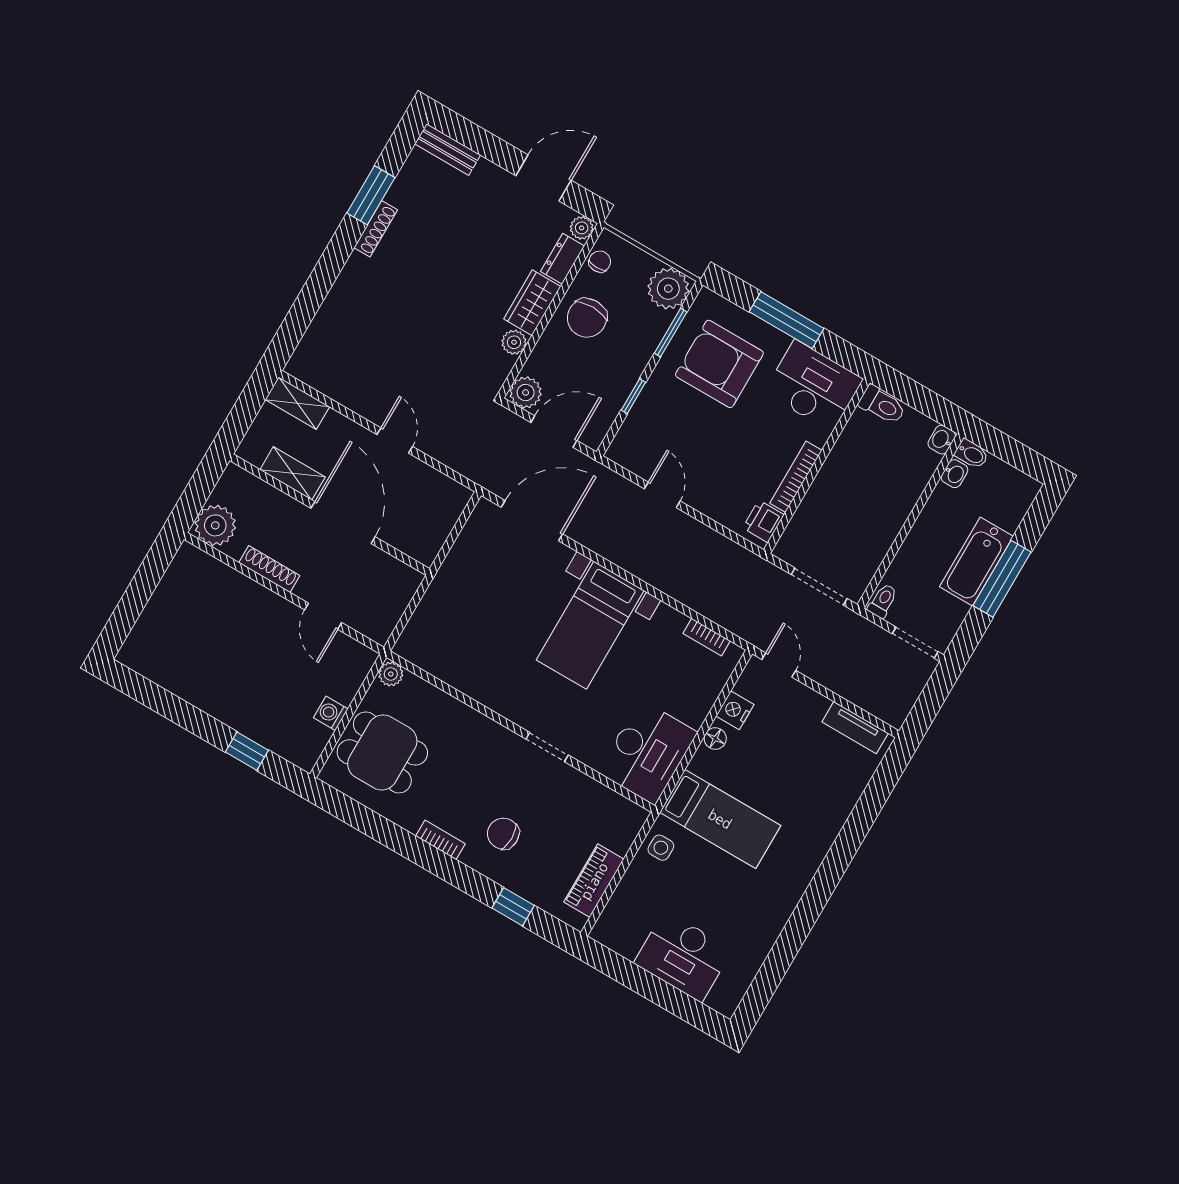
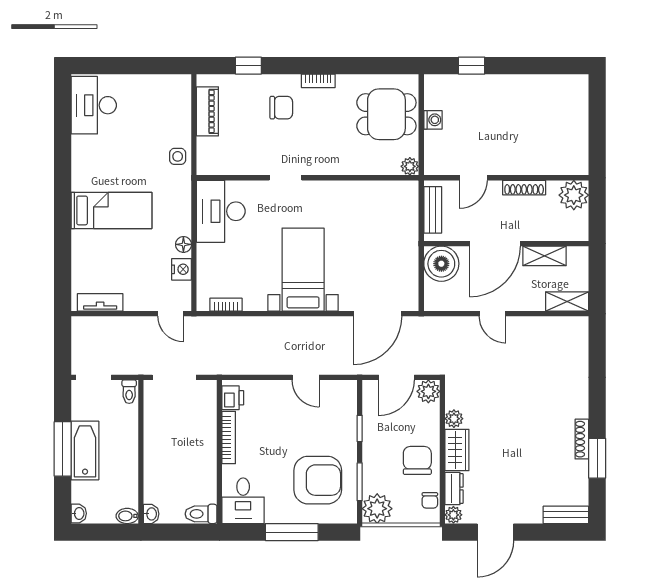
desk: (813, 386) -> (243, 501), width x0.73
washbasin: (954, 474) -> (79, 513), moved, turned 180
door: (343, 523) -> (495, 244), hinge flipped
boiler: (421, 536) -> (441, 264), added
bench: (394, 606) -> (433, 210), added
door: (323, 616) -> (473, 178), swing flipped
bed: (720, 819) -> (111, 210), moved, turned 180
desk: (683, 956) -> (94, 105), moved, turned -90

